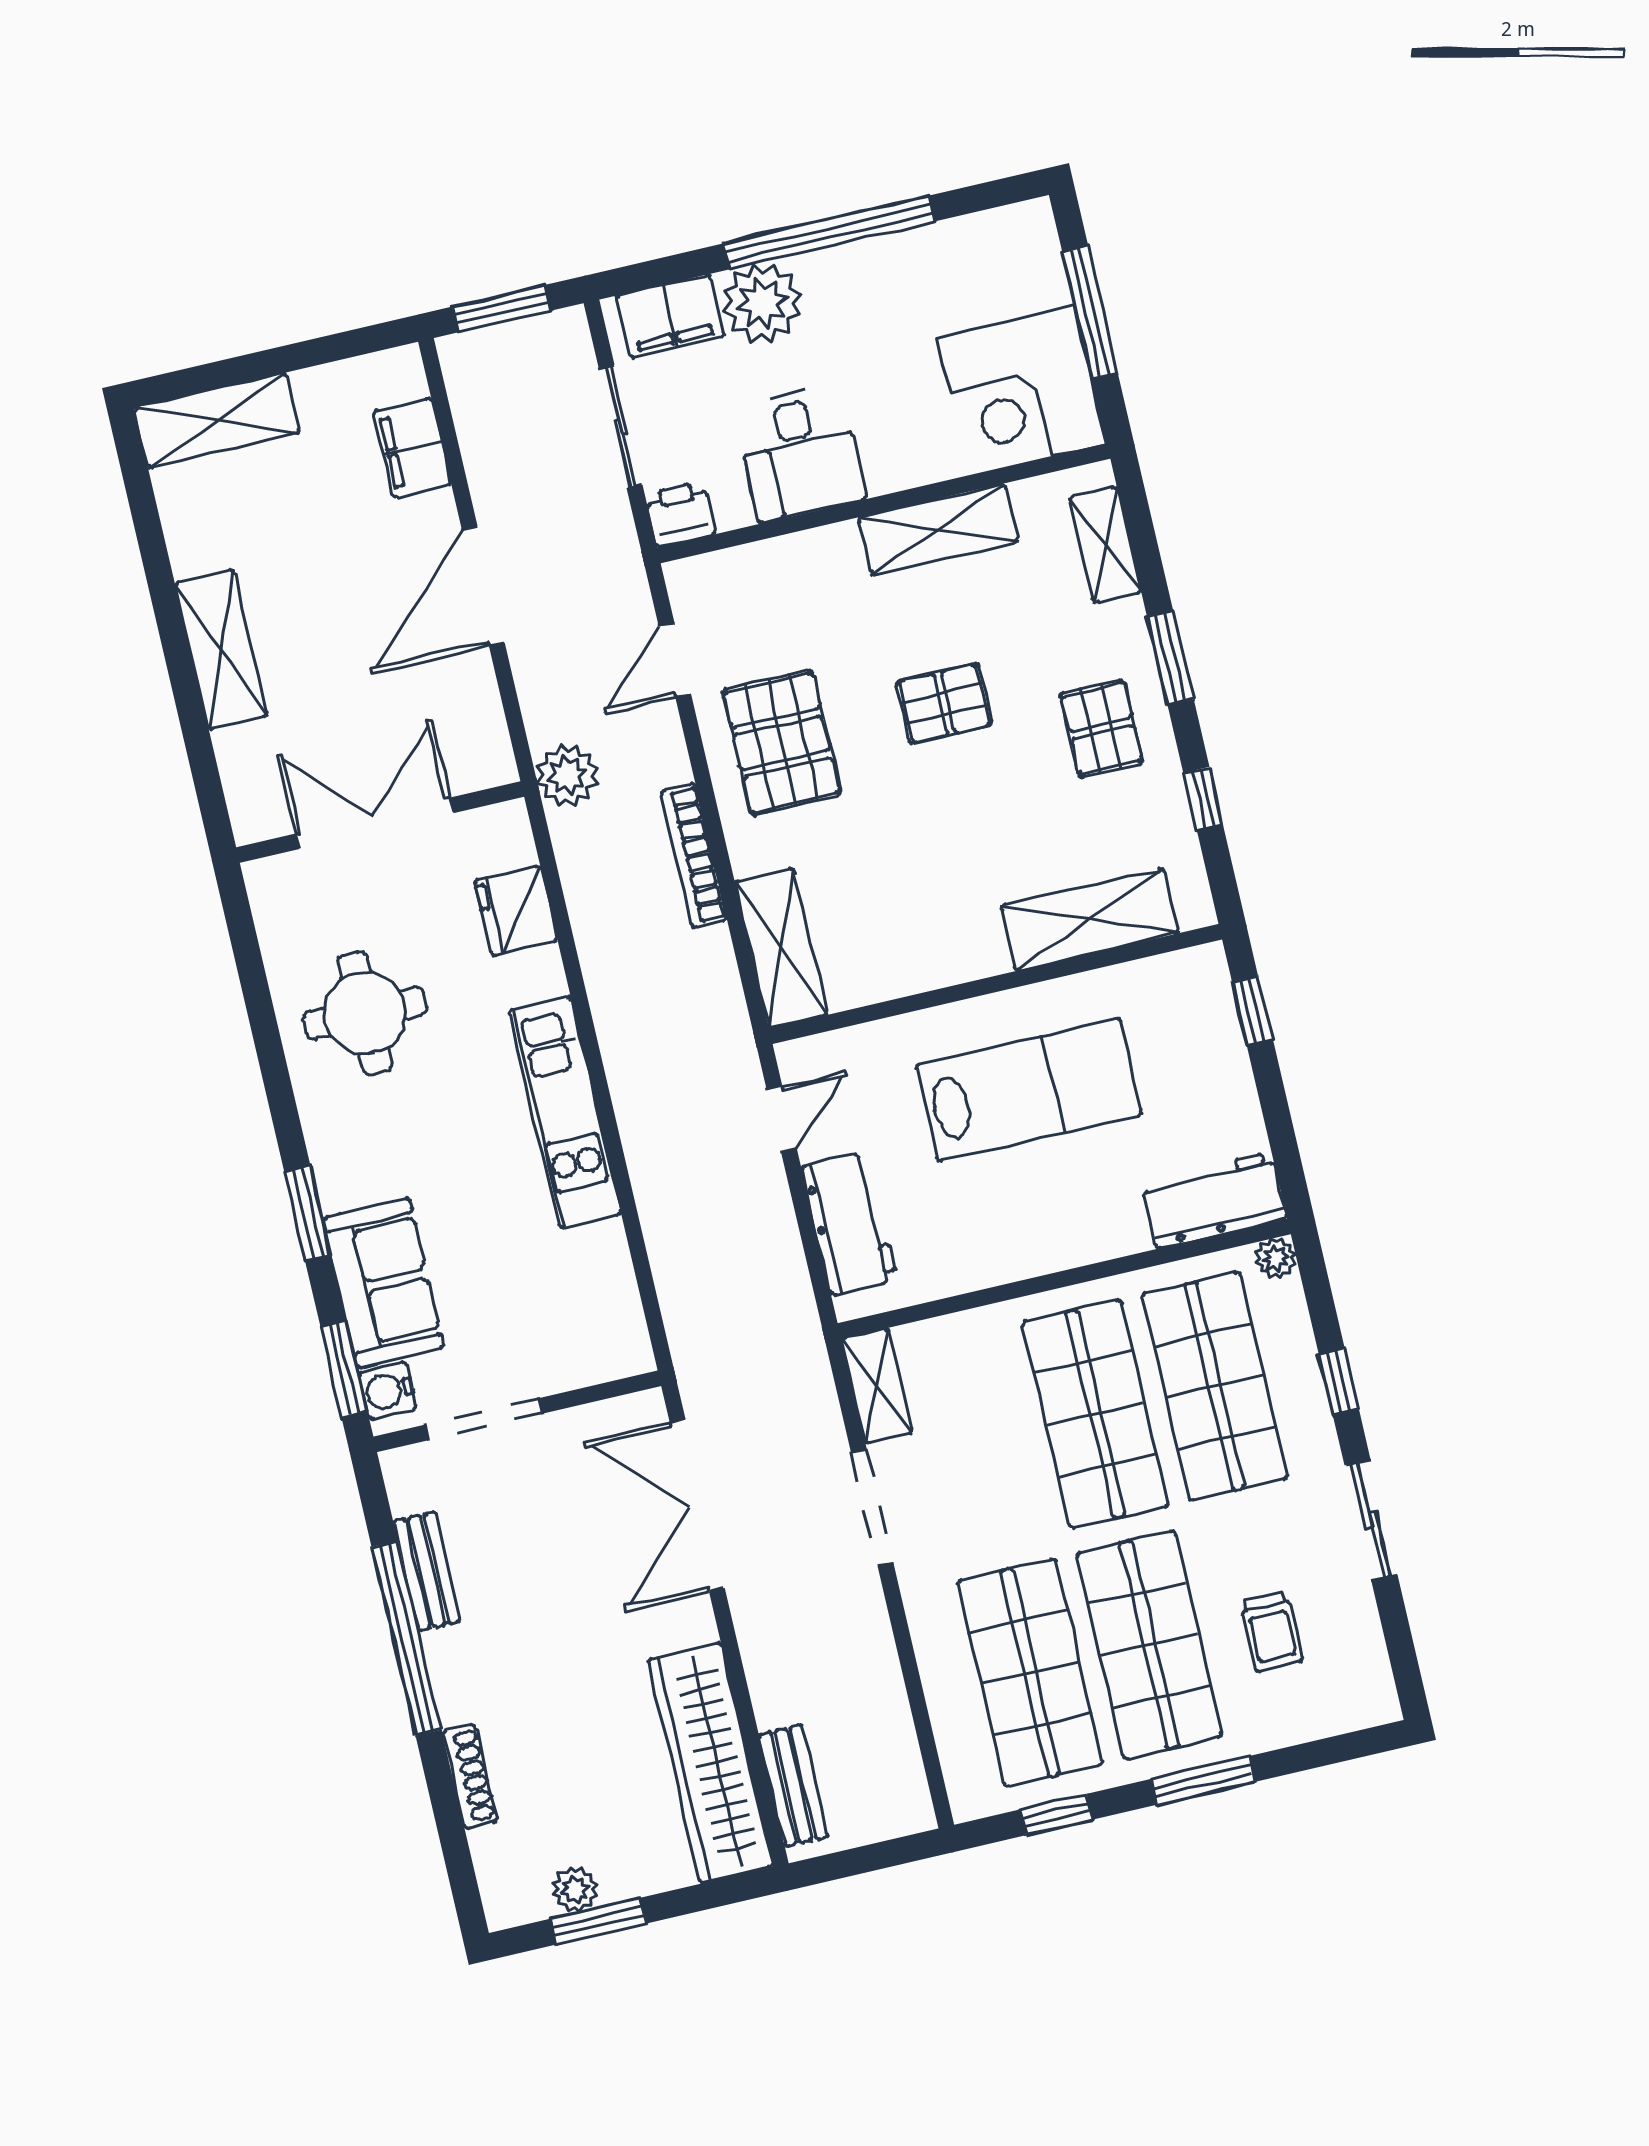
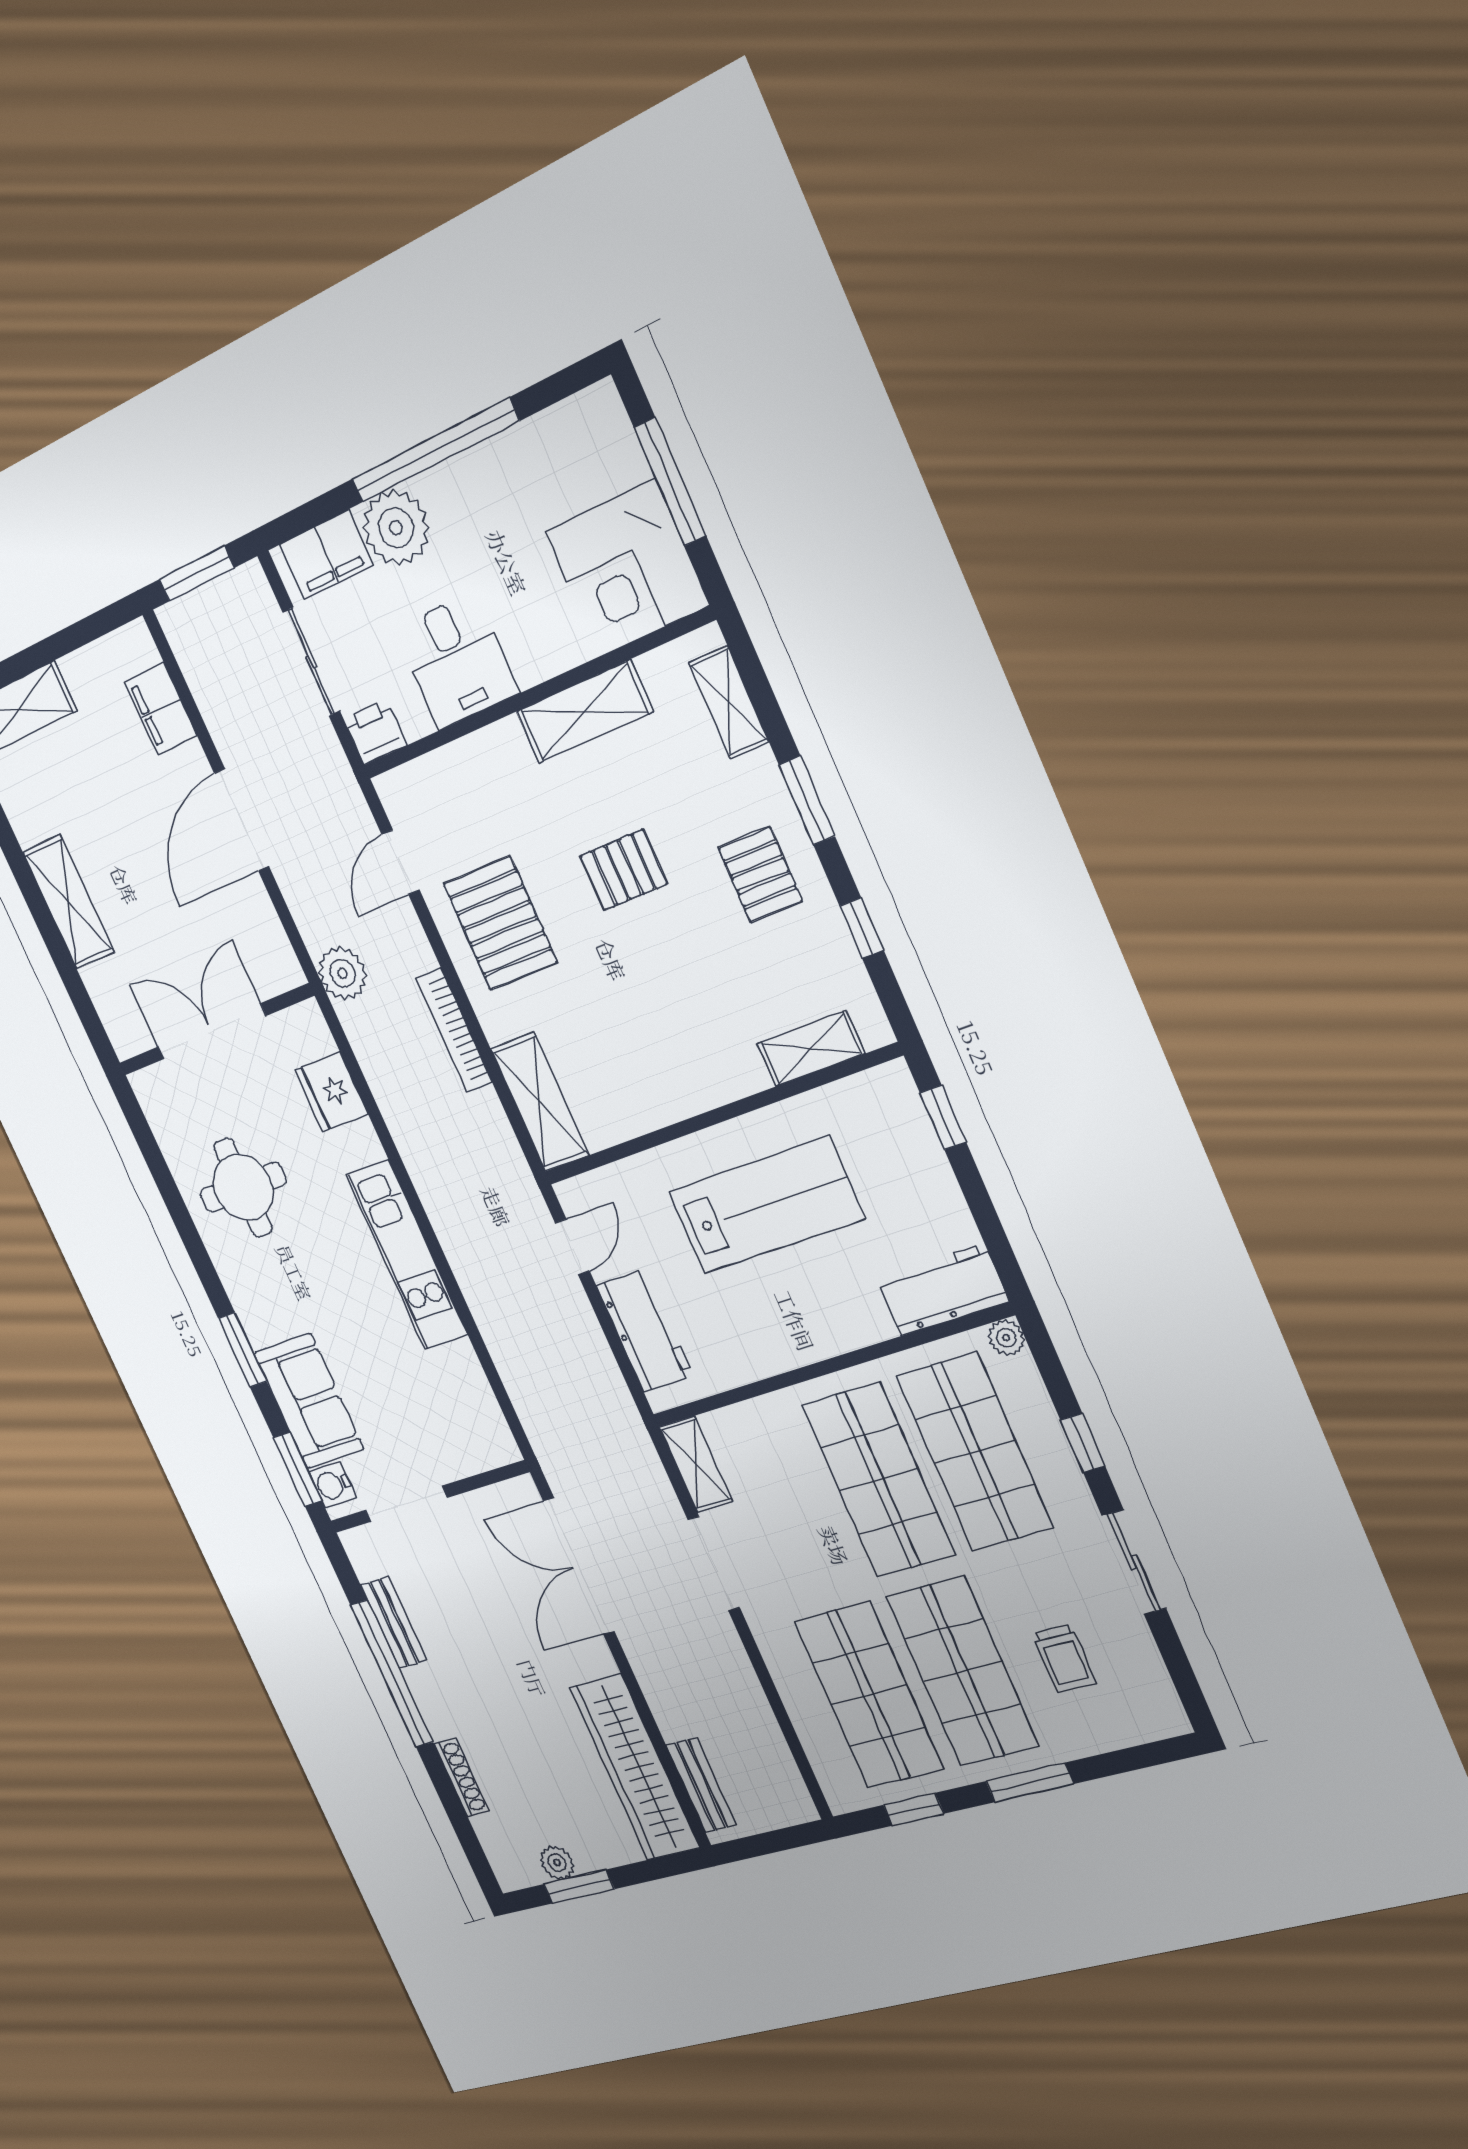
shelving: (1090, 919) -> (811, 1049), width x0.67, depth x0.75

